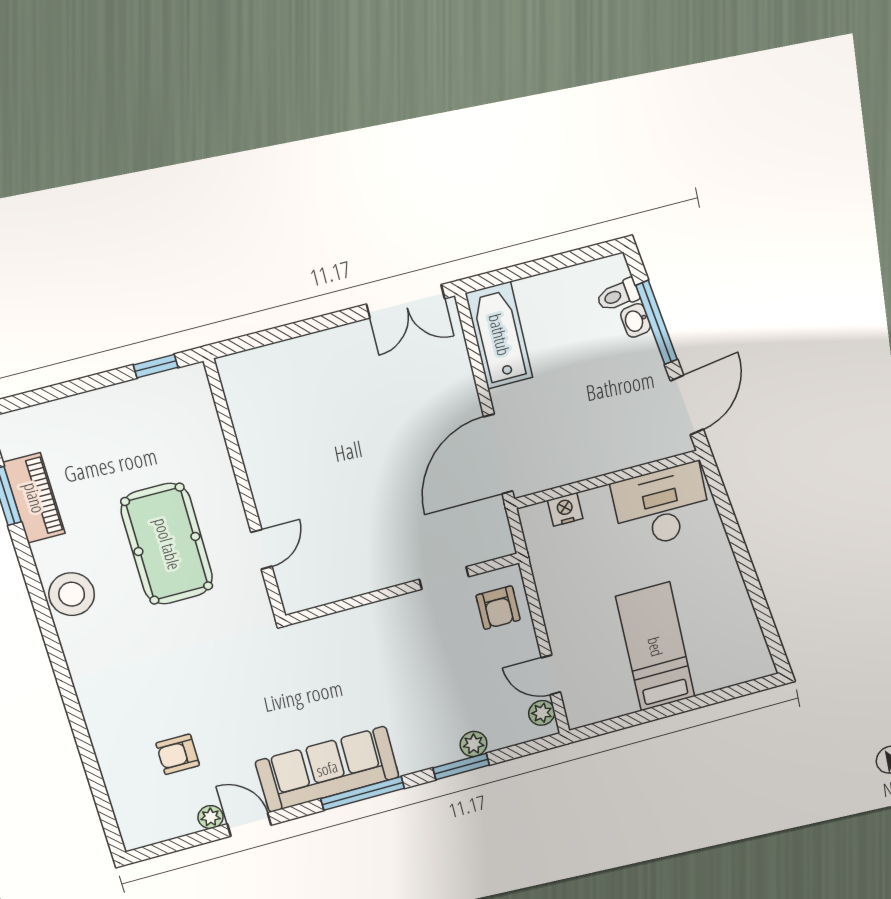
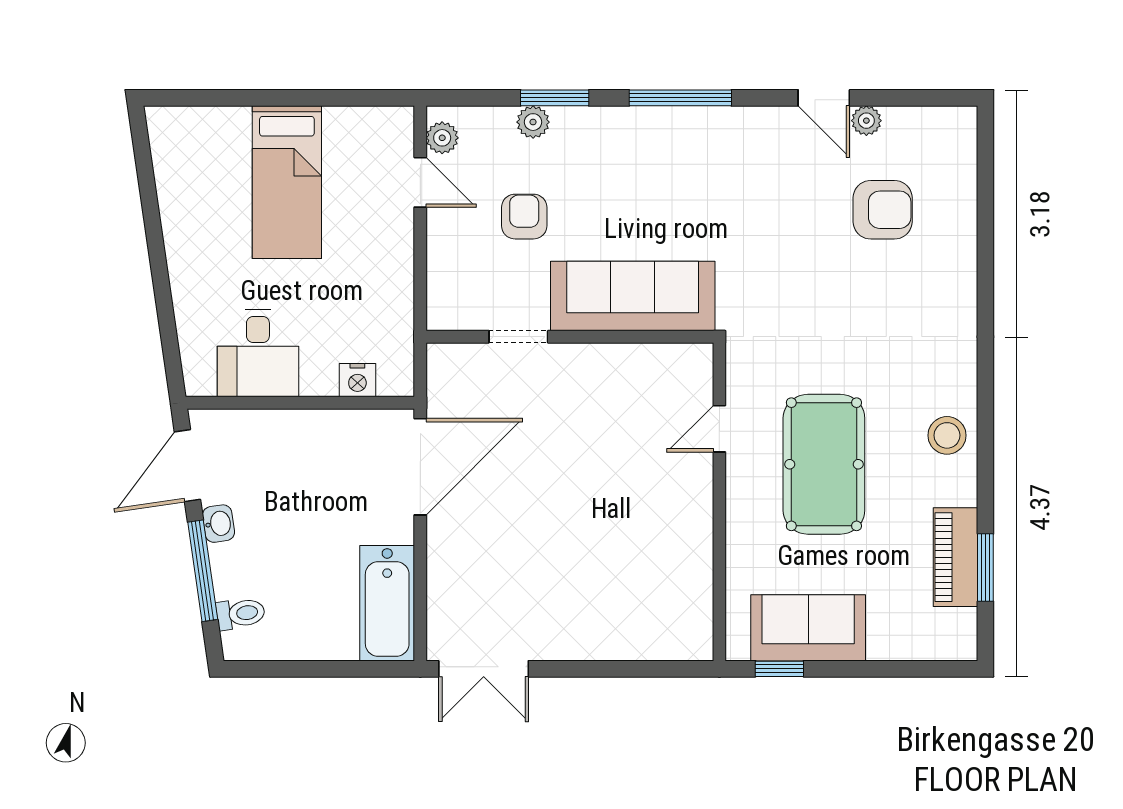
double door: (406, 301) -> (484, 669), swing flipped
washbasin: (636, 320) -> (218, 524), moved
sofa: (141, 407) -> (808, 628), added
desk: (662, 506) -> (258, 353), width x0.73
stool: (72, 594) -> (947, 435), width x0.73, depth x0.73
armchair: (498, 608) -> (524, 217), moved
armchair: (178, 754) -> (883, 210), width x1.38, depth x1.38
sofa: (327, 769) -> (633, 296), moved, turned 180

